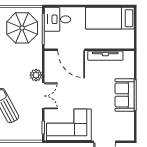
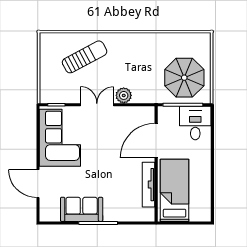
bed: (110, 18) -> (175, 190), moved
sofa: (125, 95) -> (82, 209), moved
double door: (43, 96) -> (97, 105), swing flipped

